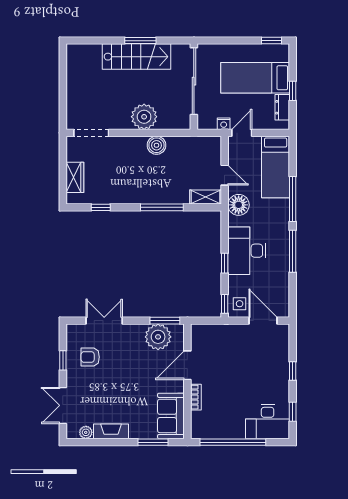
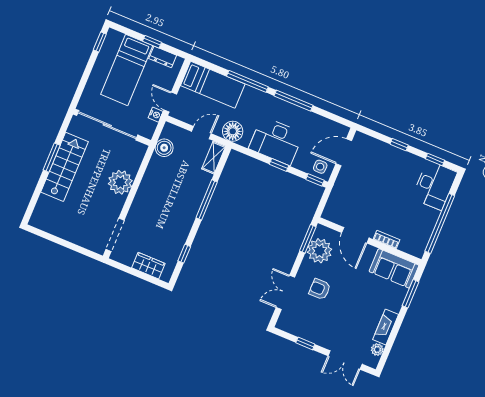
boiler: (156, 145) -> (164, 148), moved
armchair: (90, 357) -> (320, 289), moved, turned 90

